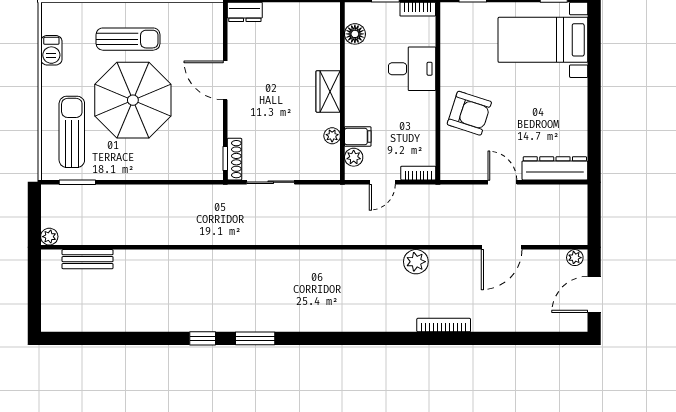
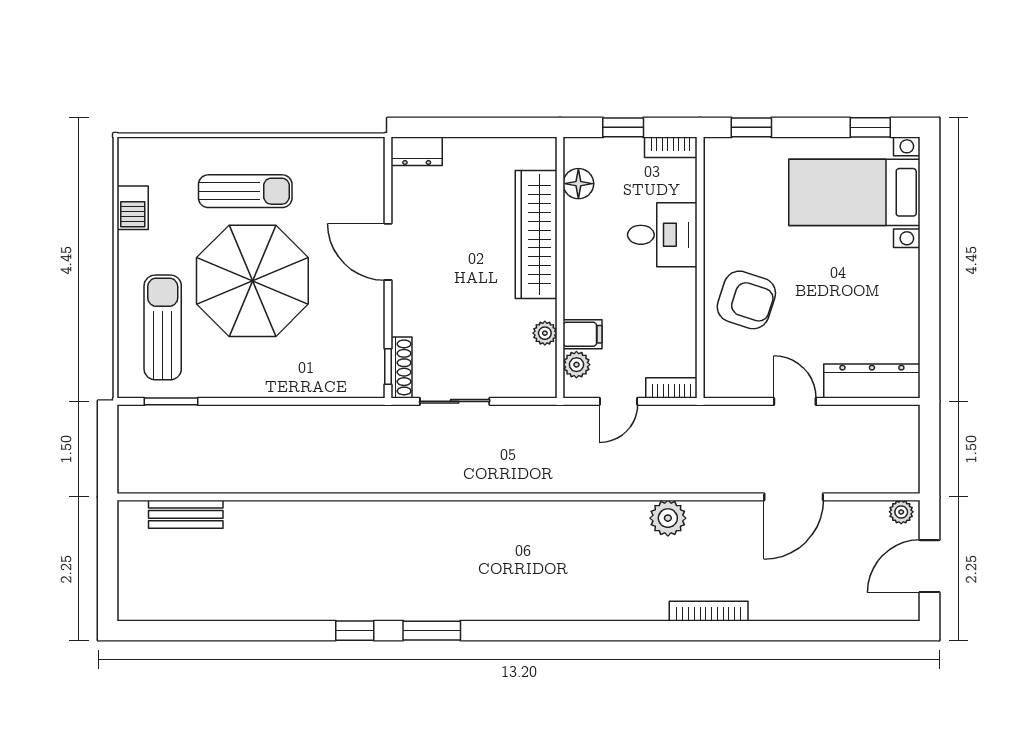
wardrobe: (328, 91) -> (536, 235), width x2.10, depth x1.17
plant: (49, 237) -> (130, 481), removed

